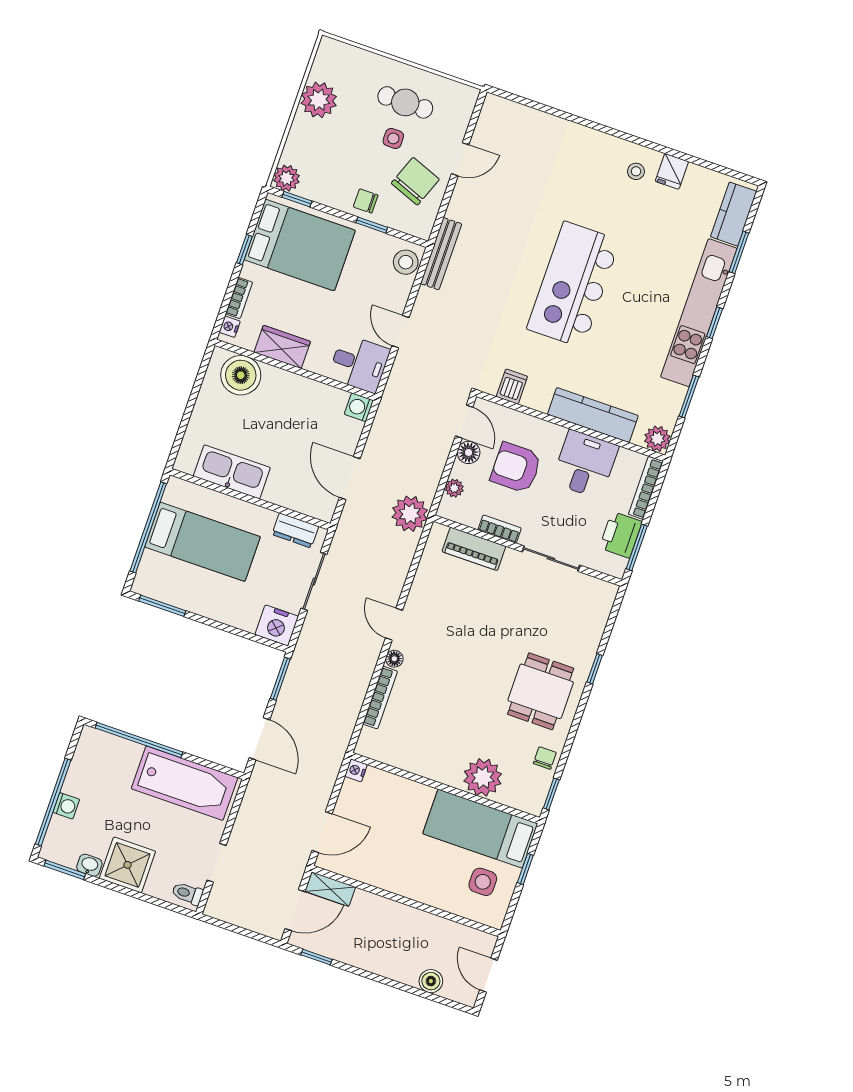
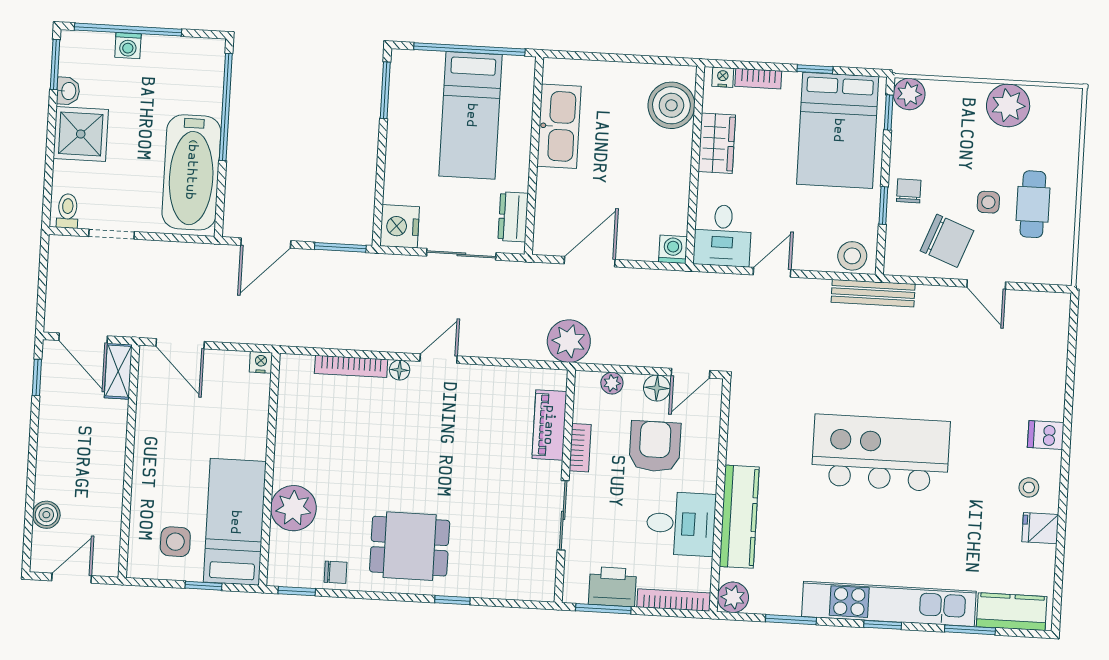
dishwasher: (512, 386) -> (1046, 435), moved, turned 180

